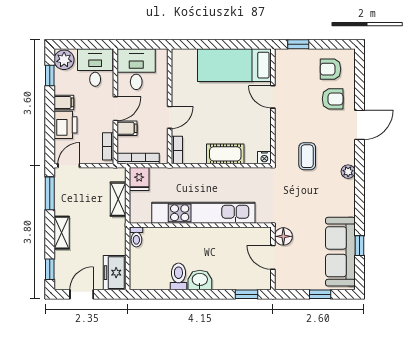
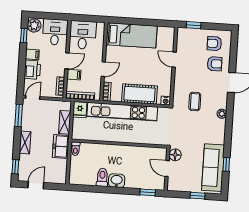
bed: (234, 65) -> (132, 35), moved, turned 180
cot: (225, 154) -> (139, 94), width x1.37, depth x1.34
kitchen unit: (203, 213) -> (122, 112), moved, turned 180
freezer: (115, 273) -> (61, 147), moved

